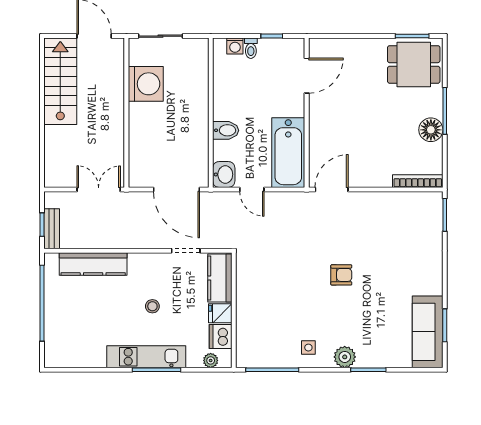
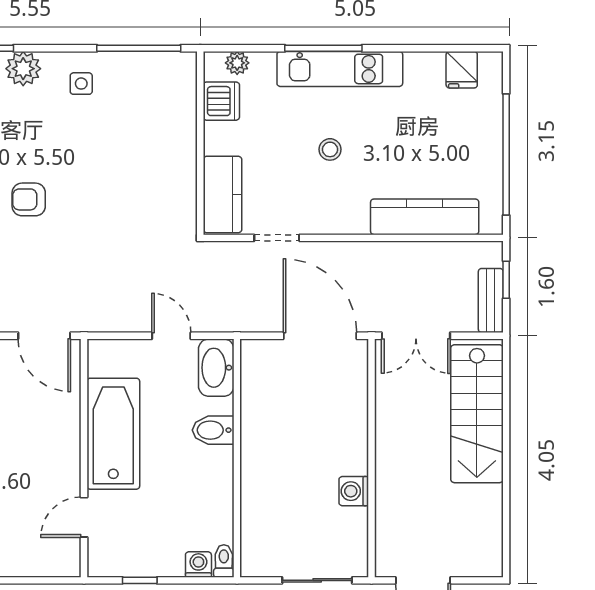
toilet: (251, 48) -> (224, 561), moved
door: (307, 76) -> (84, 517), width x0.73
stairs: (60, 81) -> (477, 414), moved
washing machine: (146, 84) -> (354, 491), width x0.53, depth x0.53
bathtub: (288, 153) -> (113, 434), moved
washbasin: (224, 174) -> (216, 368), width x1.38
door: (176, 189) -> (320, 336), moved
door: (332, 189) -> (44, 336), hinge flipped
bench: (52, 229) -> (491, 300), moved
fridge: (220, 313) -> (462, 70), moved, turned 90

